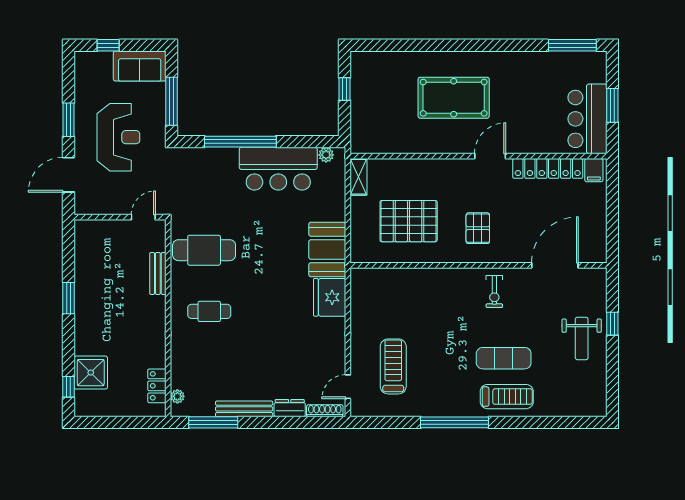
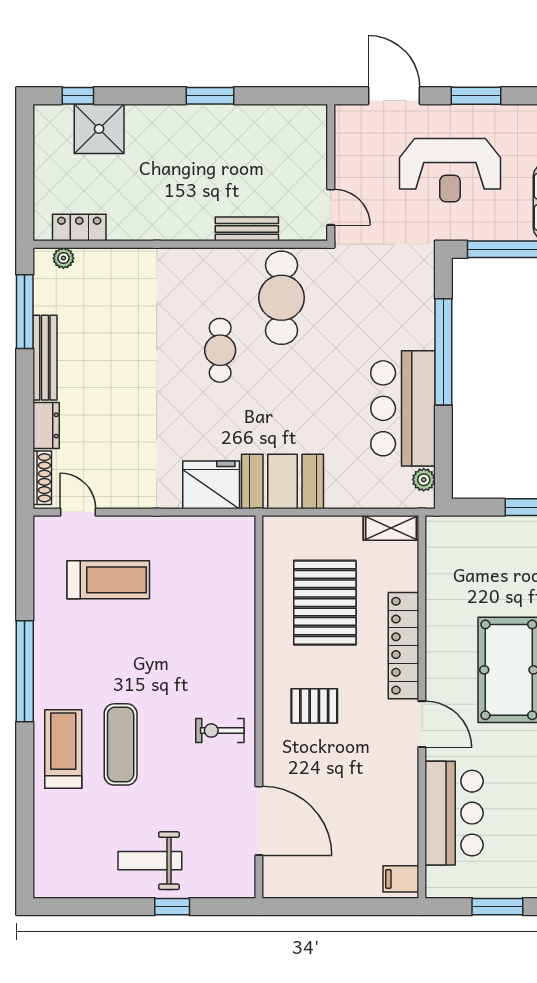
bar counter: (587, 119) -> (454, 813), moved, turned 90
locker: (548, 168) -> (403, 646), moved
cafe table: (209, 311) -> (220, 350), moved
treadmill: (507, 397) -> (63, 749), turned 180

